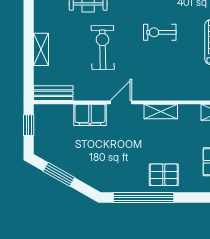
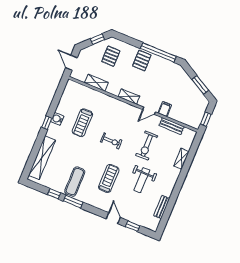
bench: (53, 93) -> (172, 126), moved
filing cabinet: (90, 115) -> (165, 109), width x0.50
pallet: (164, 175) -> (142, 61), turned 90

